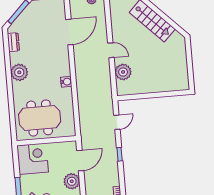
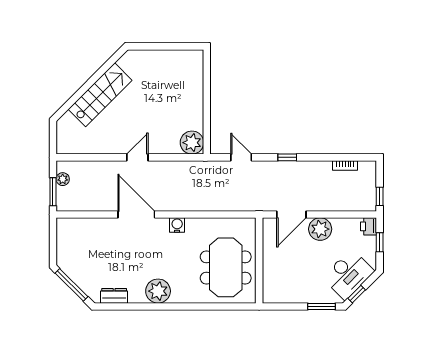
door: (69, 32) -> (136, 215), moved
plant: (123, 72) -> (192, 143), moved
corner desk: (33, 159) -> (283, 282), removed
door: (80, 160) -> (291, 215), swing flipped

